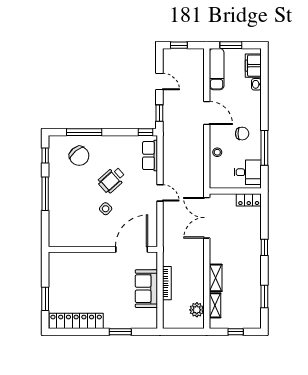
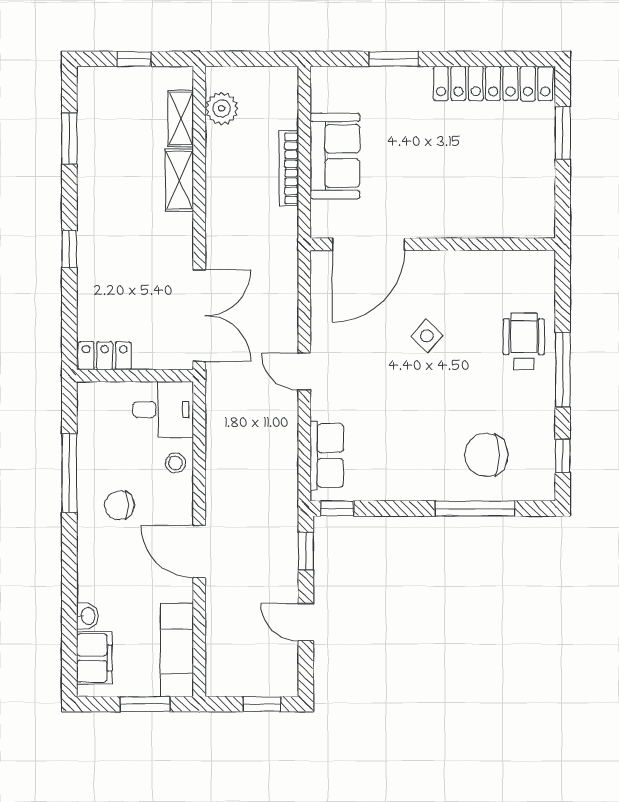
chair: (79, 156) -> (486, 455), turned -50
desk: (248, 172) -> (163, 410), moved, turned 180
wheelchair: (112, 180) -> (524, 341), moved, turned -48

